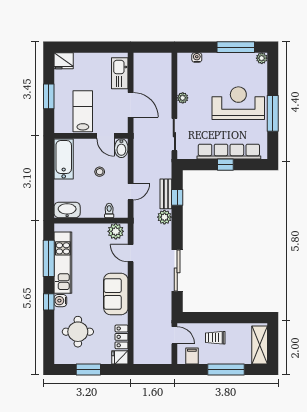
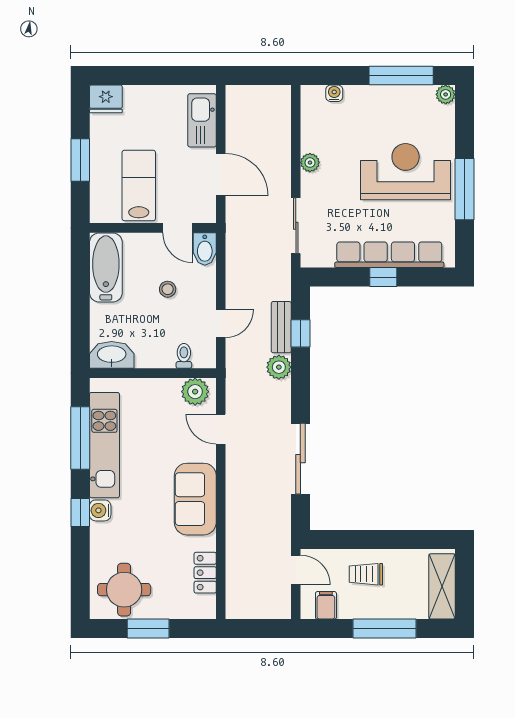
round table: (78, 332) -> (124, 590), moved
fridge: (120, 357) -> (202, 608), removed

